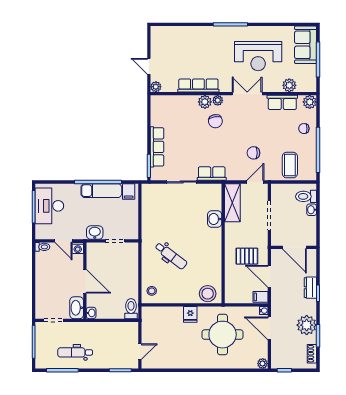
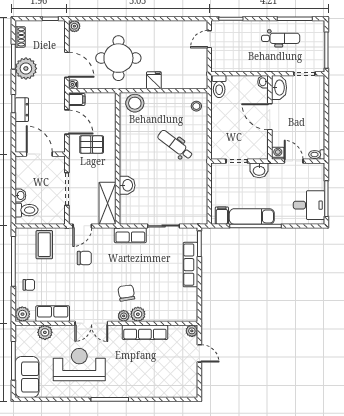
desk: (49, 206) -> (309, 205), width x0.73

